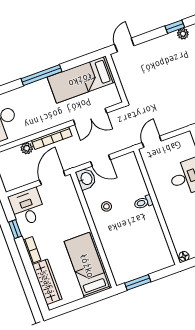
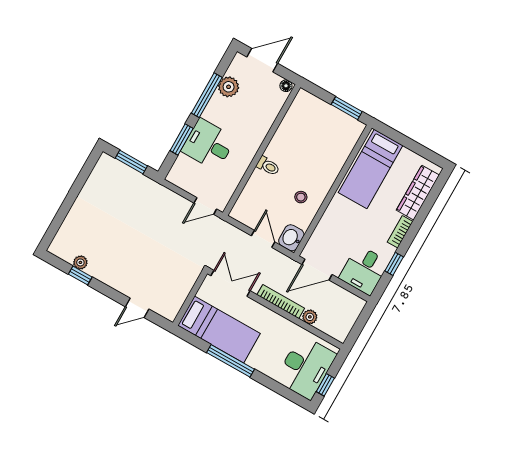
wall: (116, 78) -> (190, 298), moved
bed: (81, 80) -> (219, 329), moved

